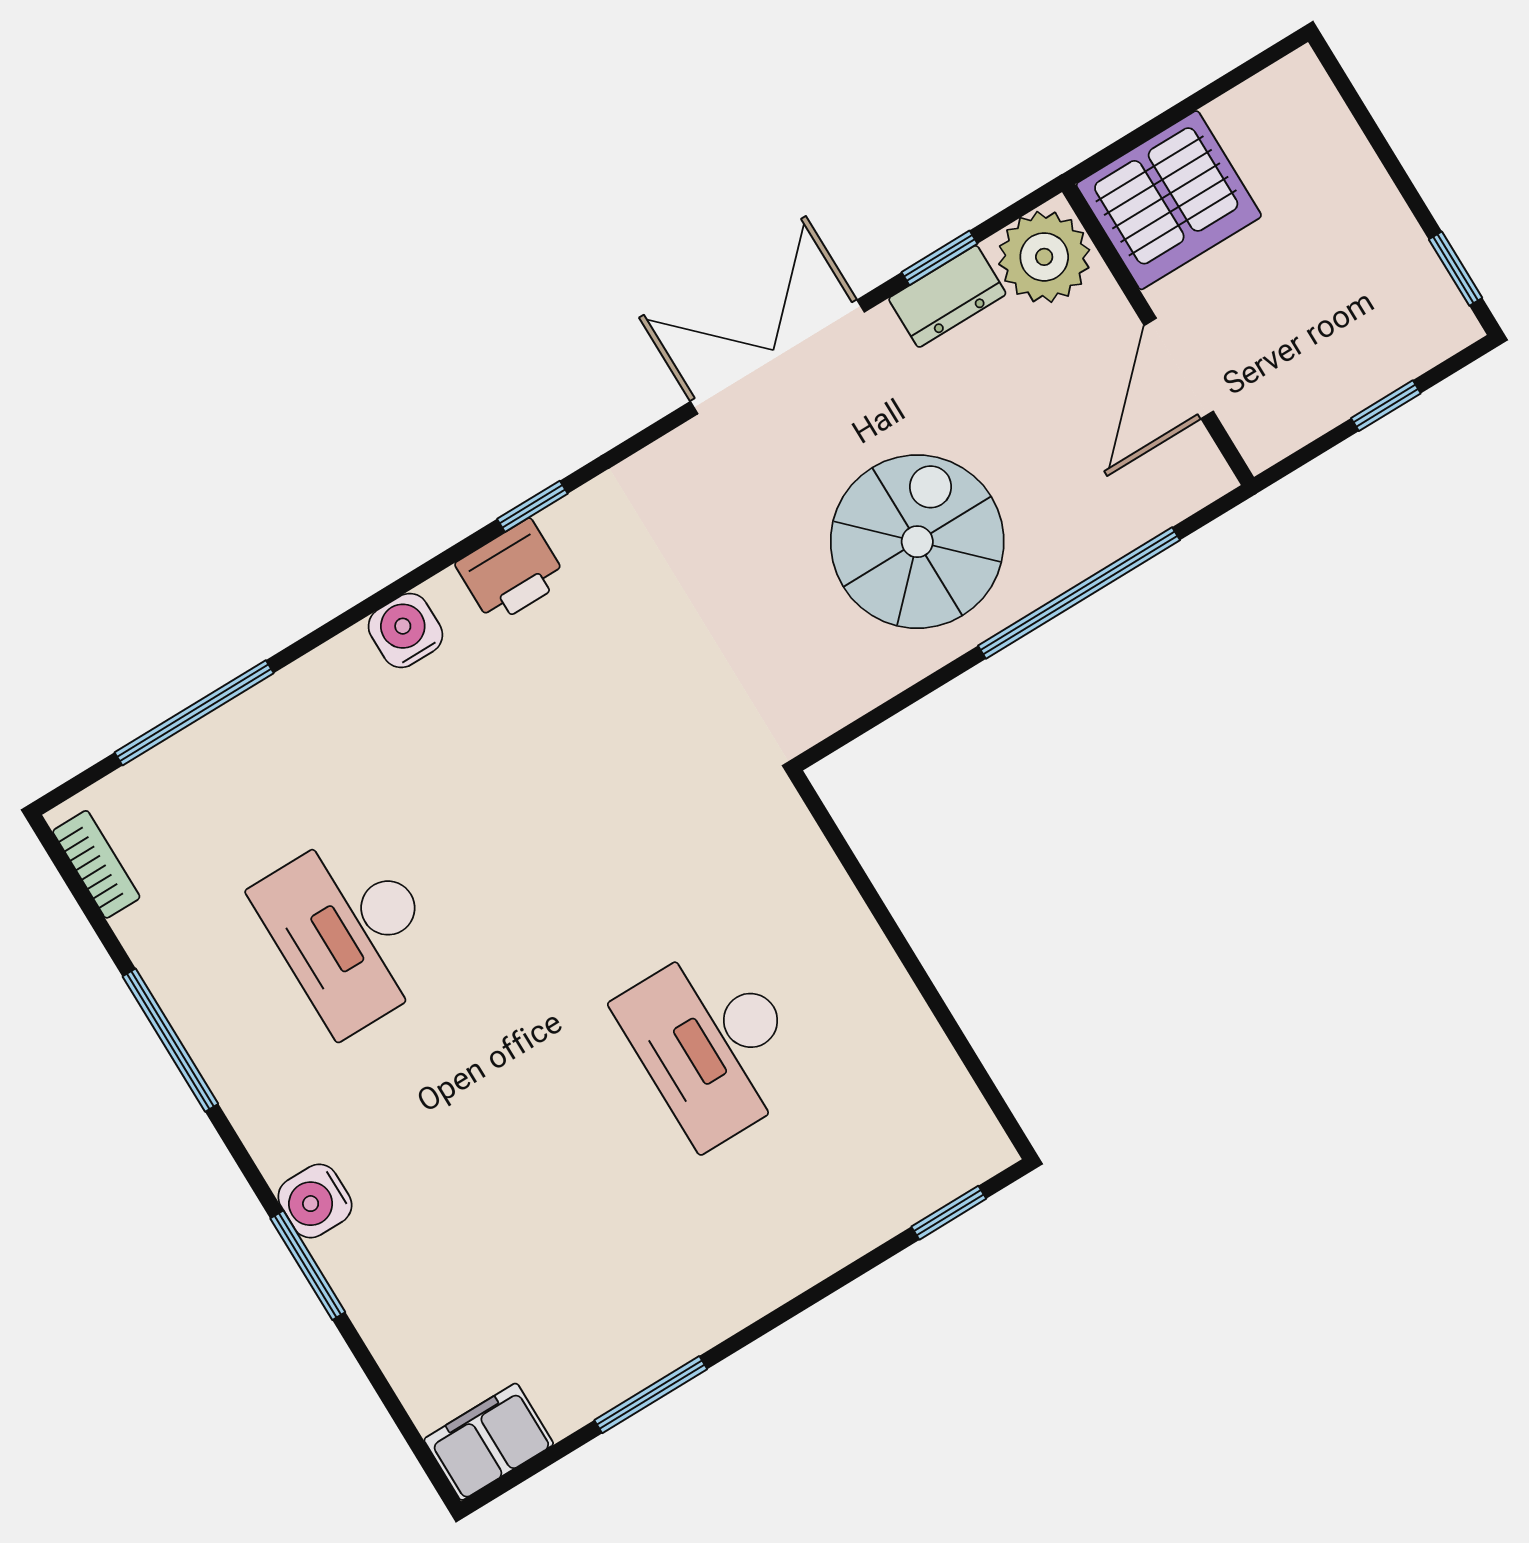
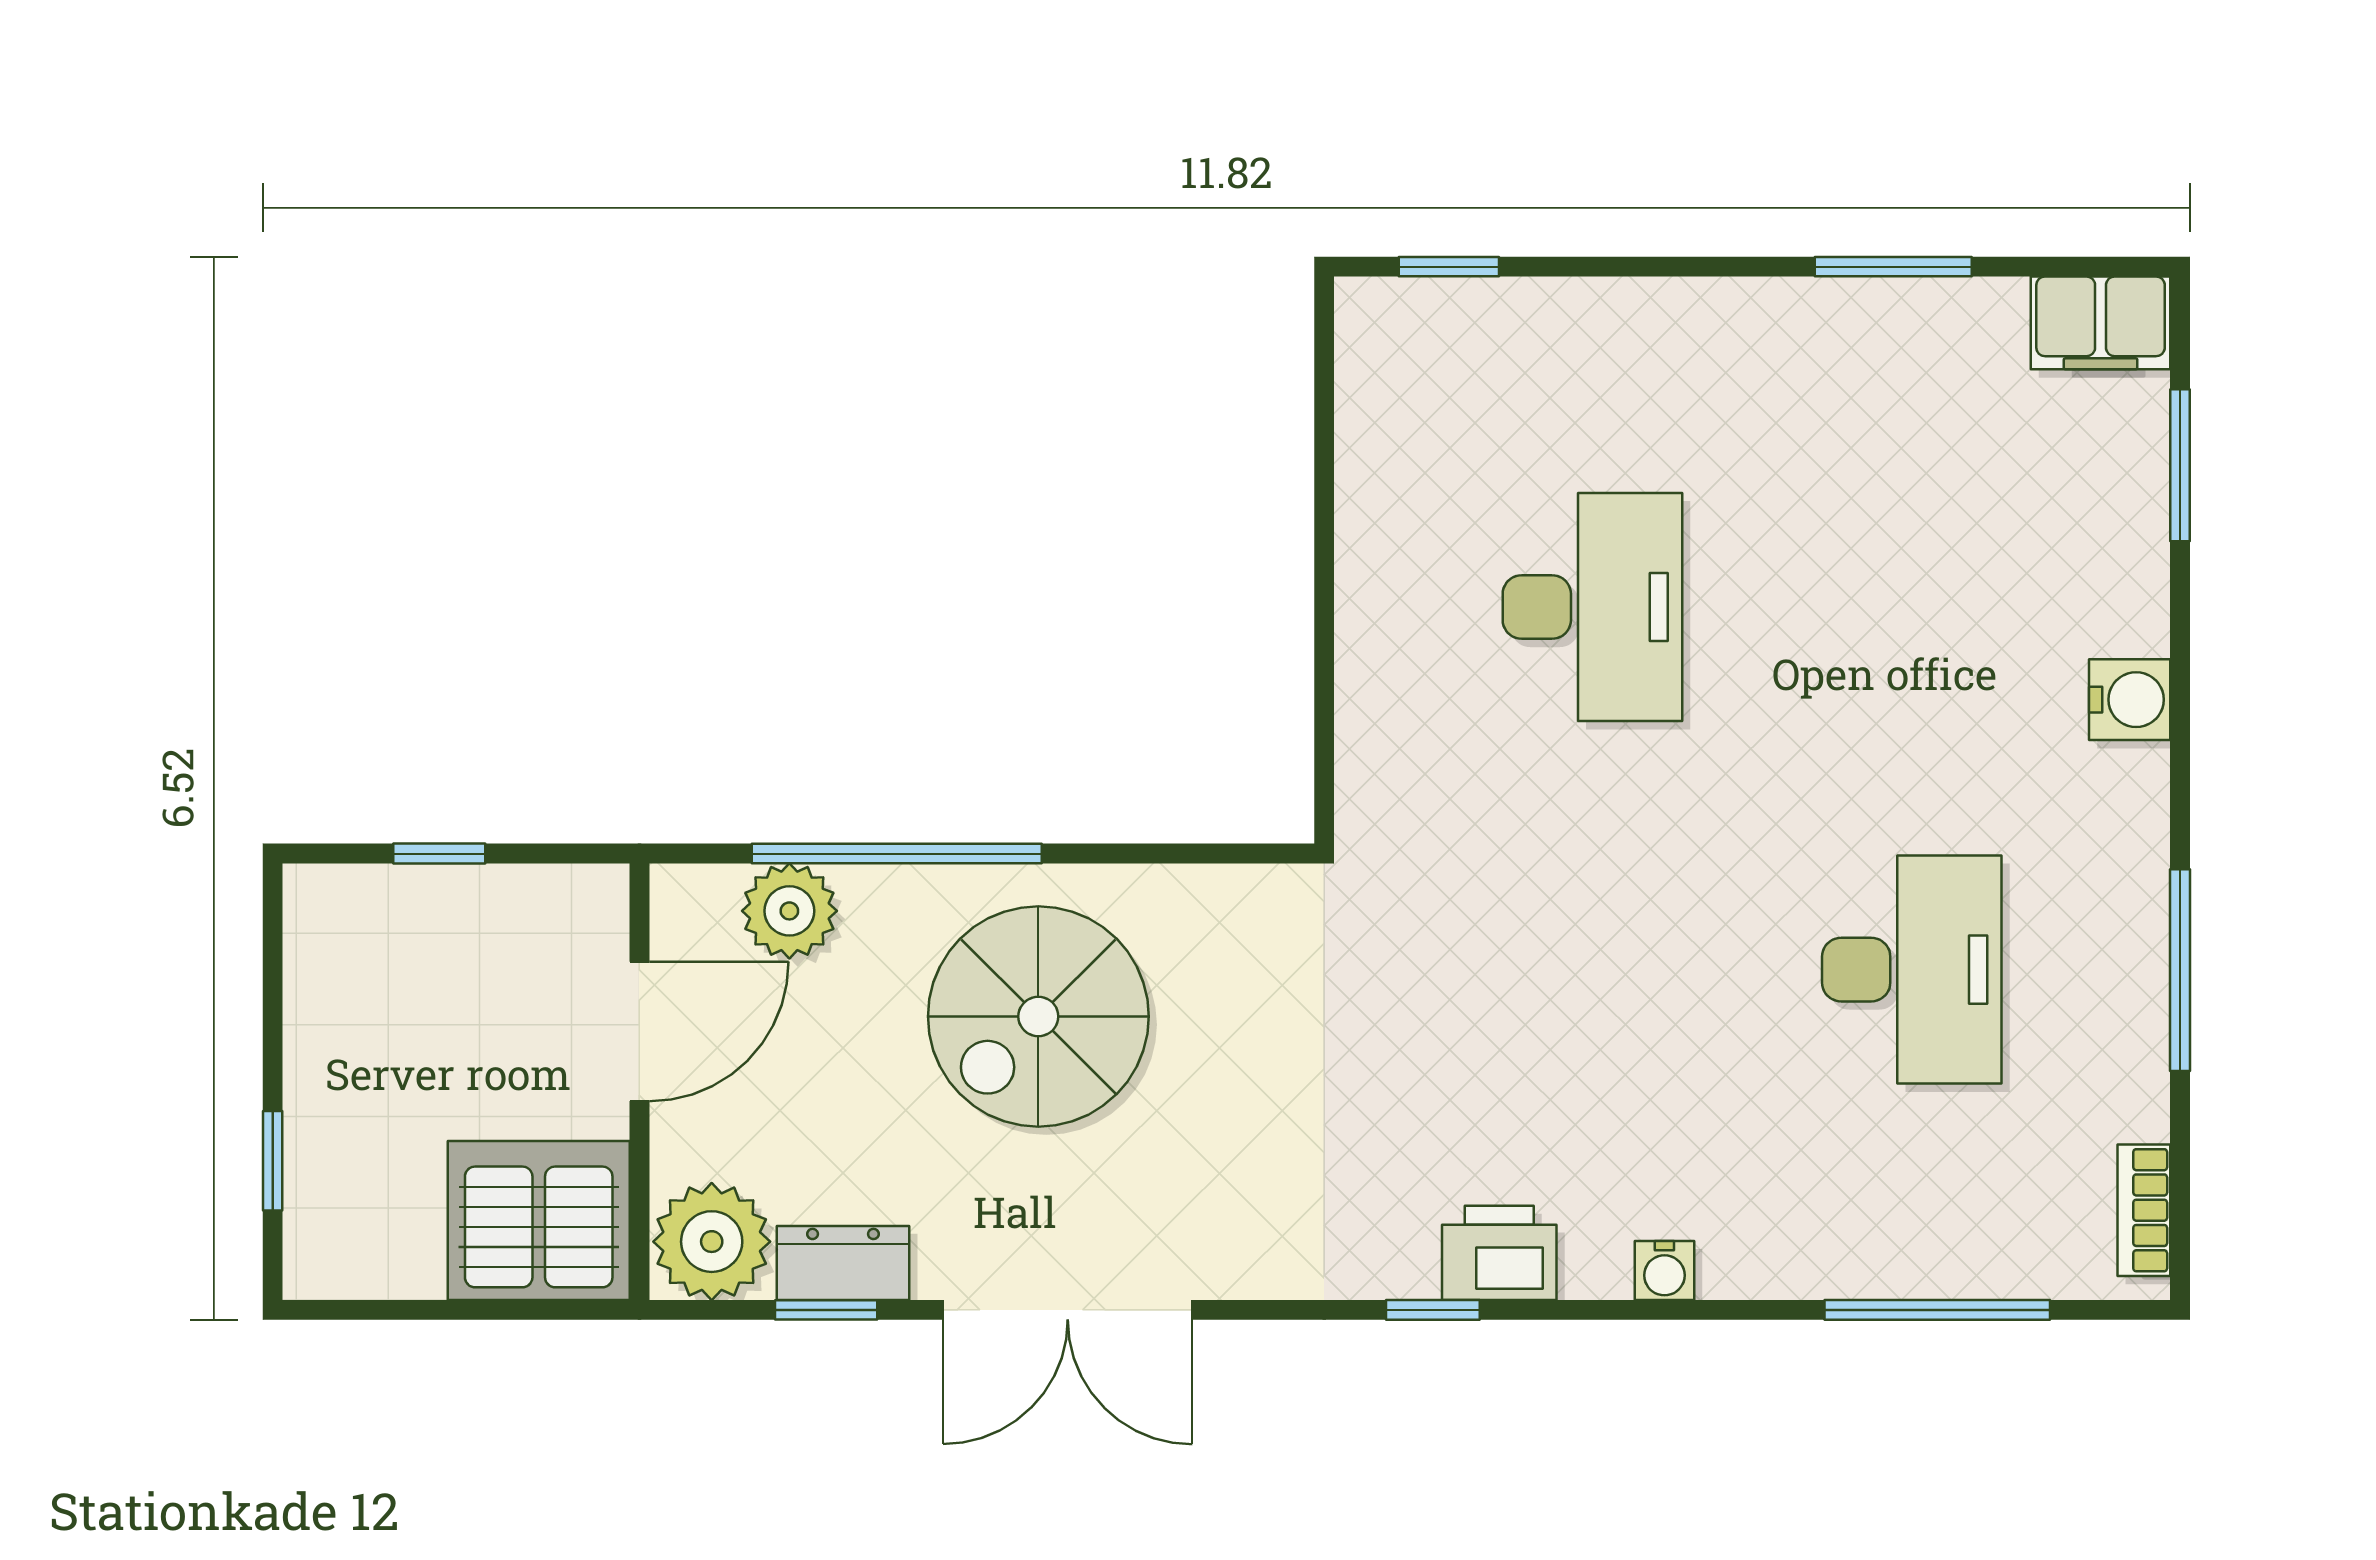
window: (1456, 269) -> (273, 1161), moved
plant: (1127, 510) -> (789, 911), added
water cooler: (405, 631) -> (1664, 1271), width x0.72, depth x0.72
window: (308, 1265) -> (2180, 465), moved

